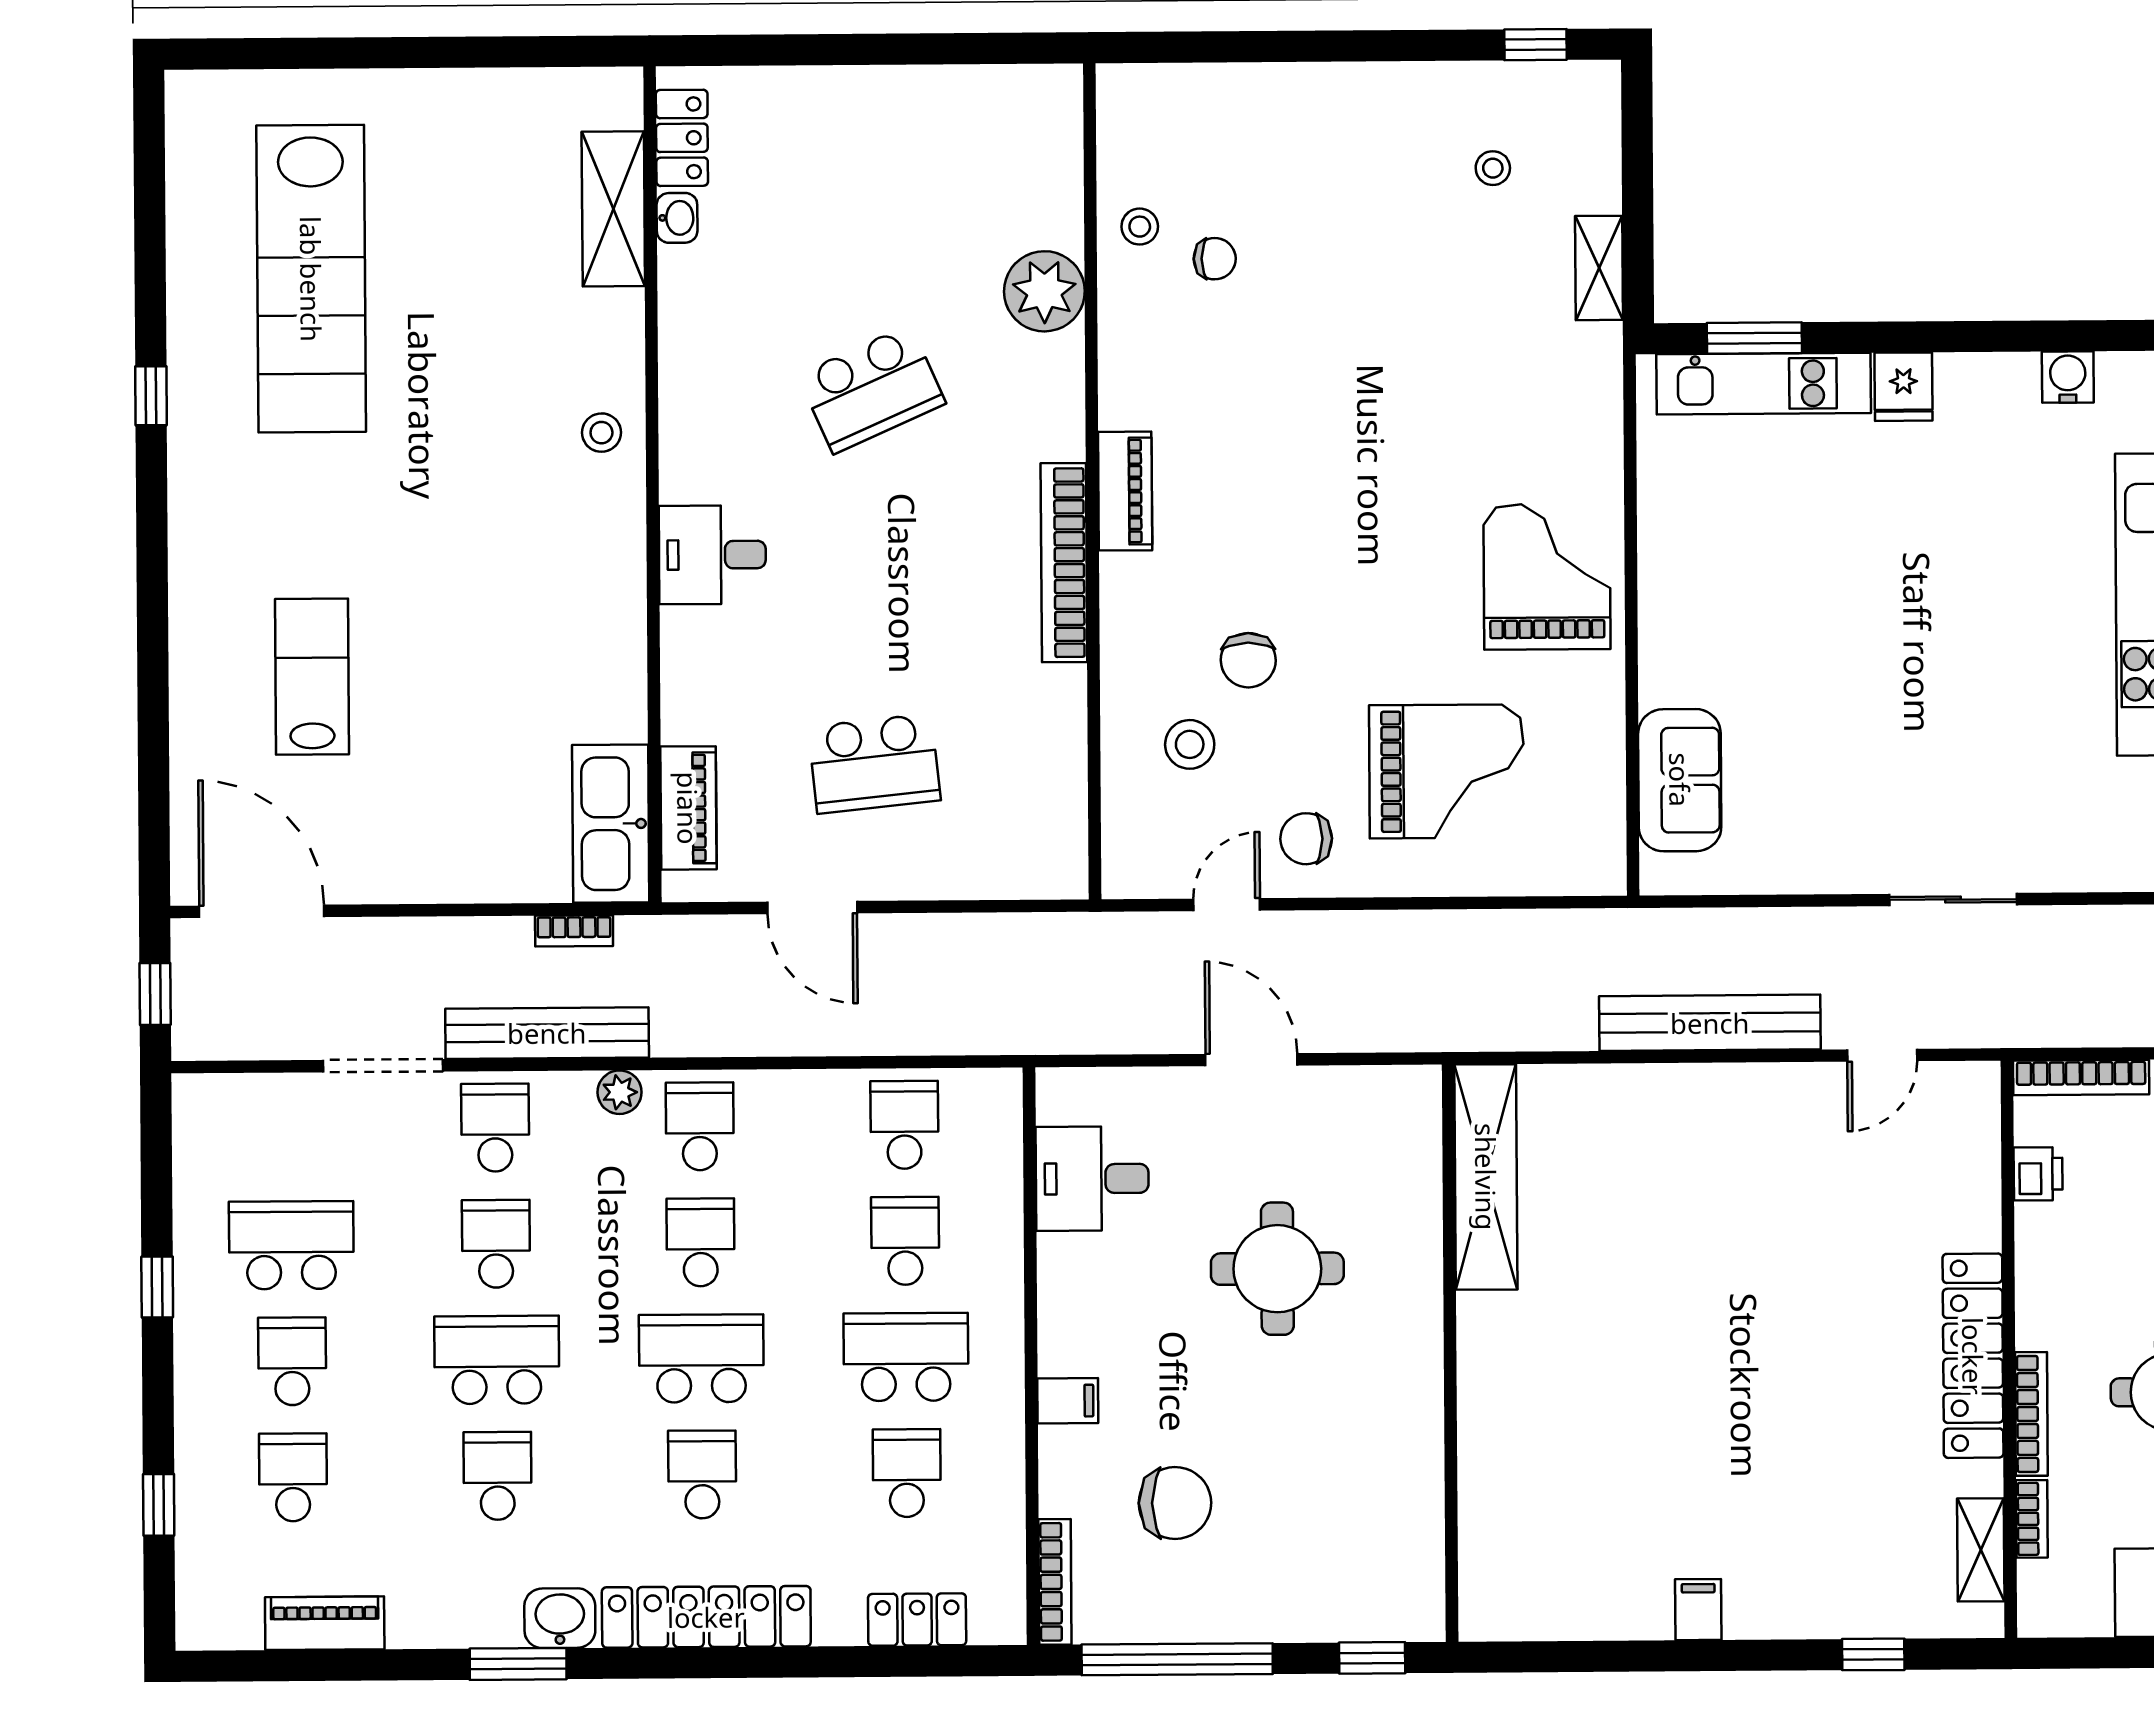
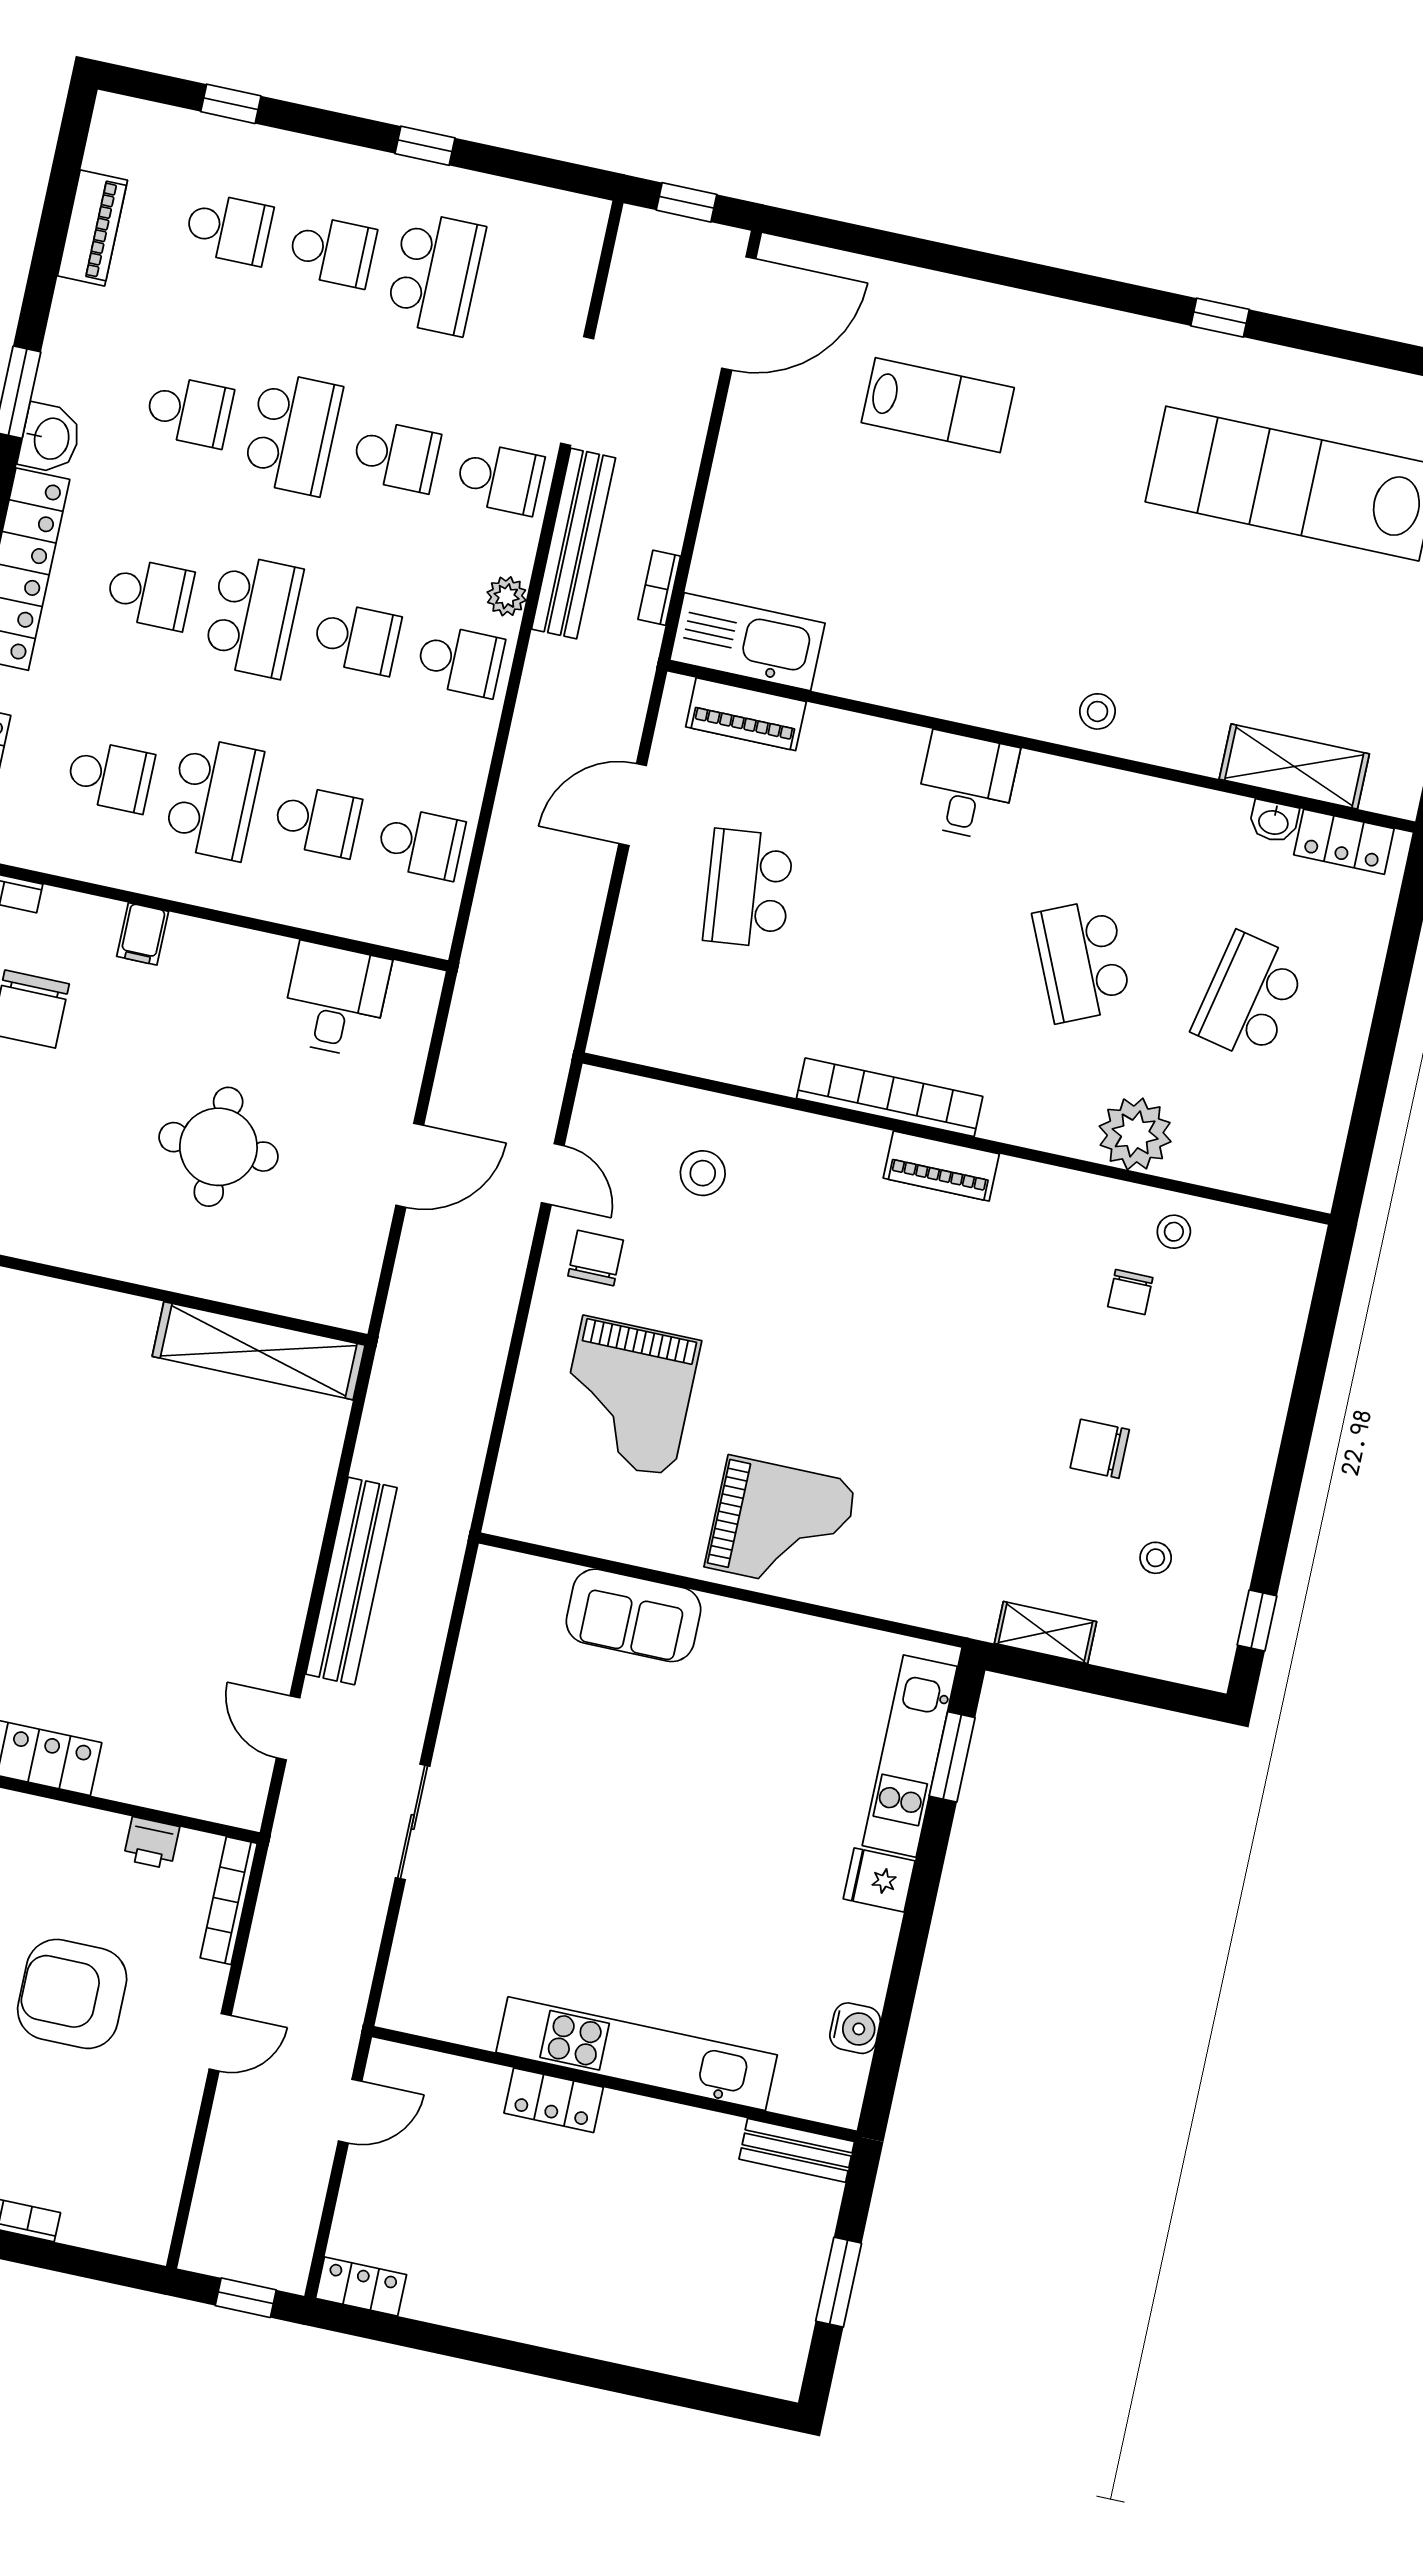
school desk: (870, 202) -> (1249, 997), added
chair: (1248, 660) -> (1100, 1449), moved
sofa: (1680, 780) -> (633, 1615), moved

